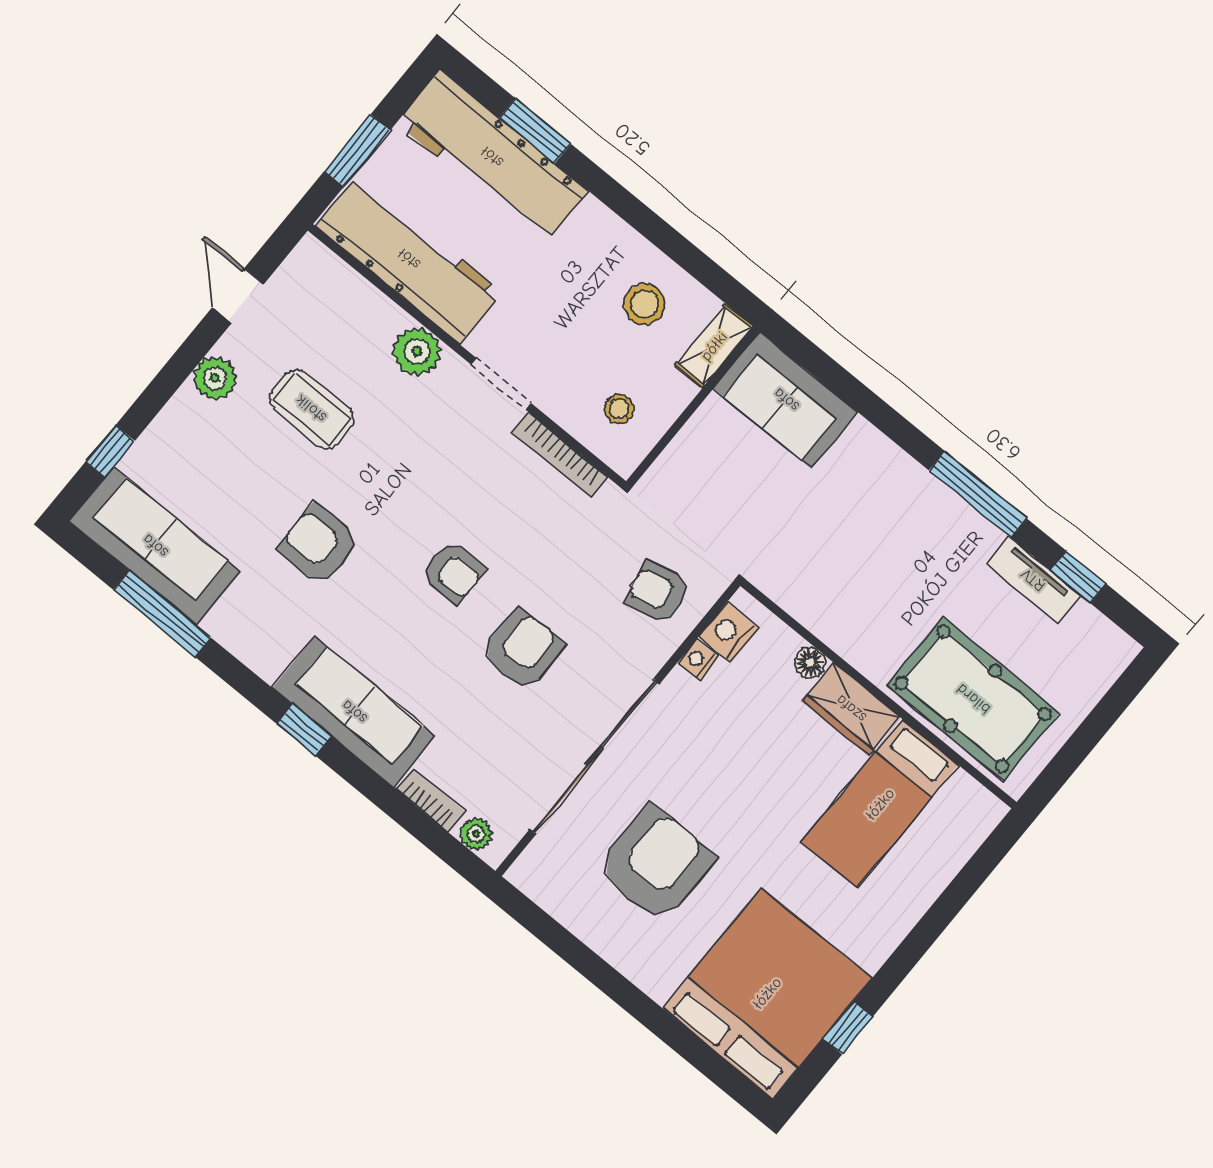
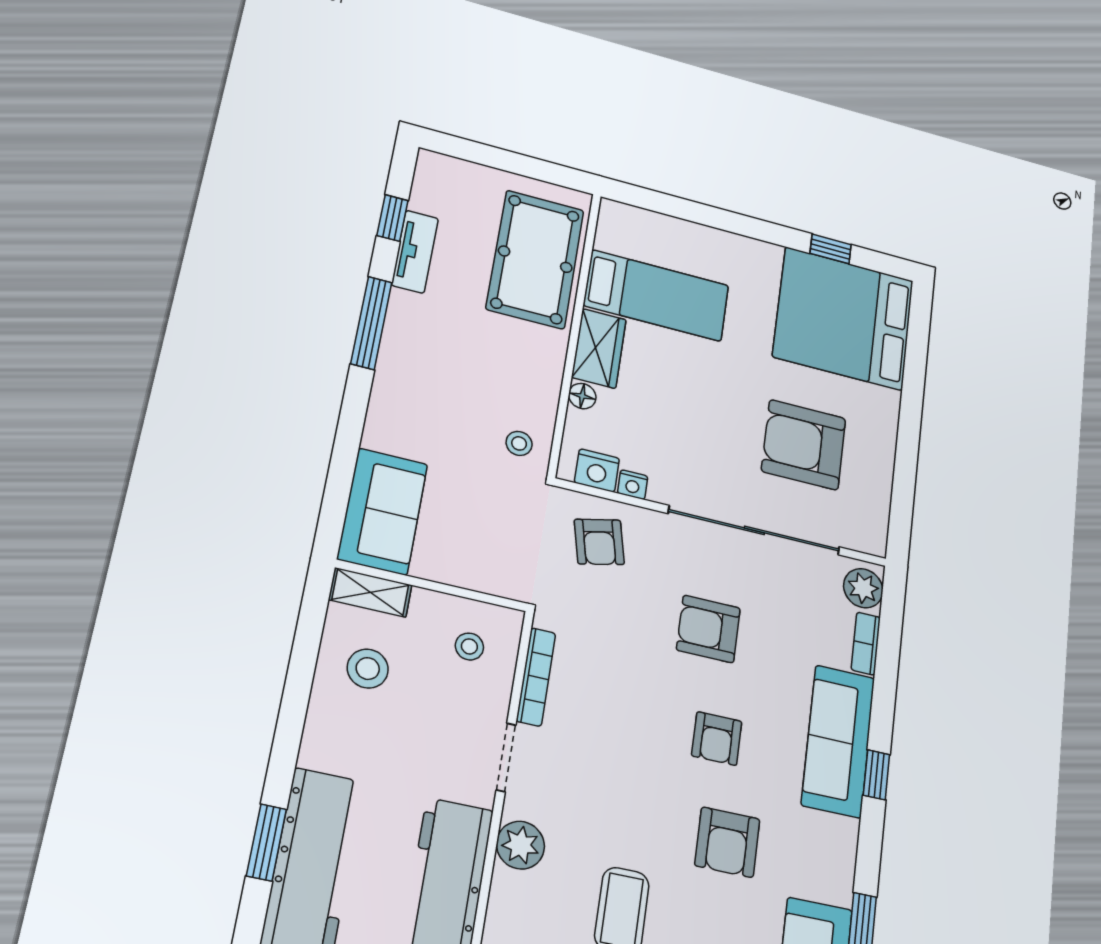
stool: (791, 570) -> (519, 443), added
armchair: (453, 572) -> (717, 739), moved, turned 180
plant: (476, 834) -> (863, 588), width x1.38, depth x1.38

